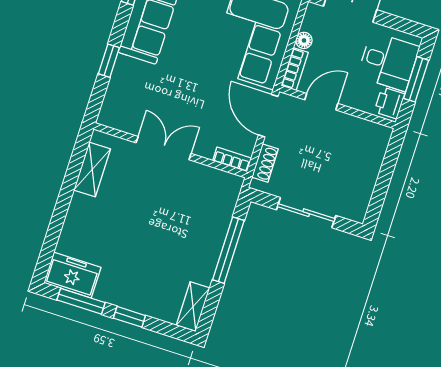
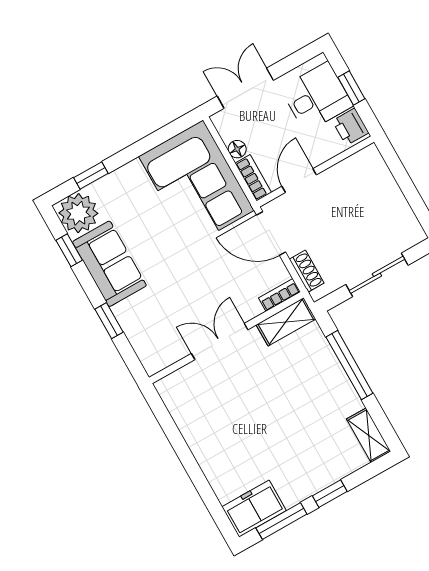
window: (416, 79) -> (351, 88), width x0.67
shelving: (92, 170) -> (286, 322), moved, turned 90

